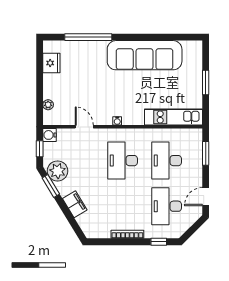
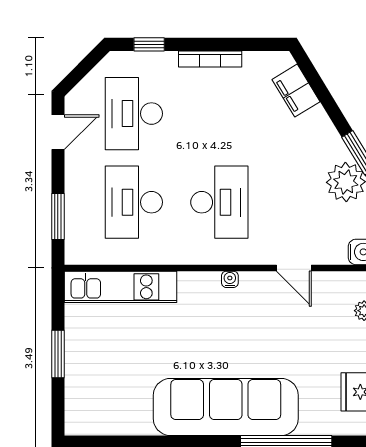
sofa: (145, 55) -> (226, 407), moved
desk: (167, 161) -> (134, 202), turned 180
filing cabinet: (75, 204) -> (296, 91), moved
desk: (167, 206) -> (134, 114), turned 180

